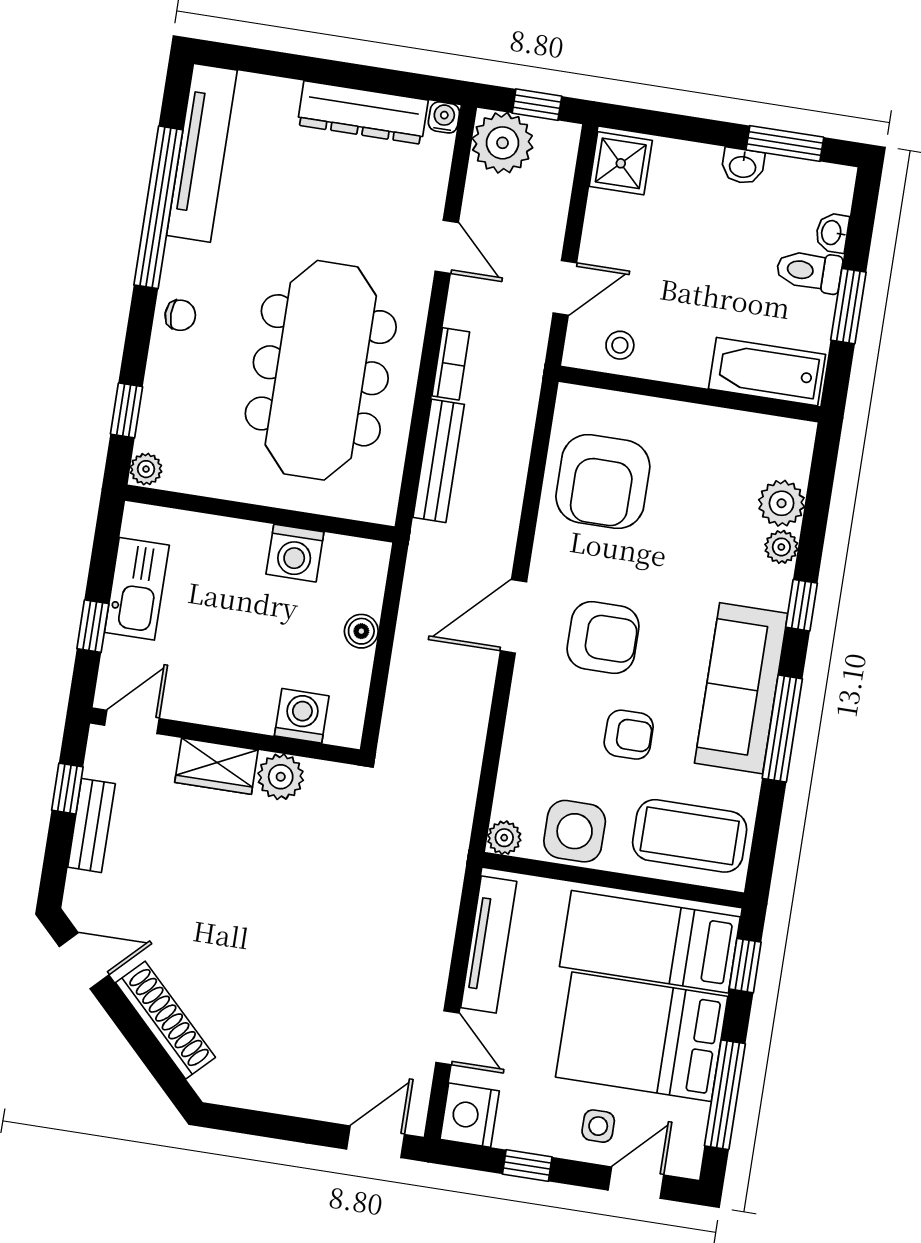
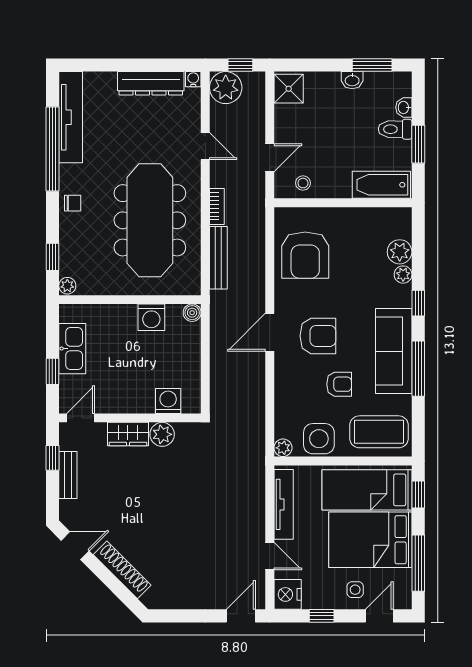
boiler: (361, 631) -> (192, 313), moved

